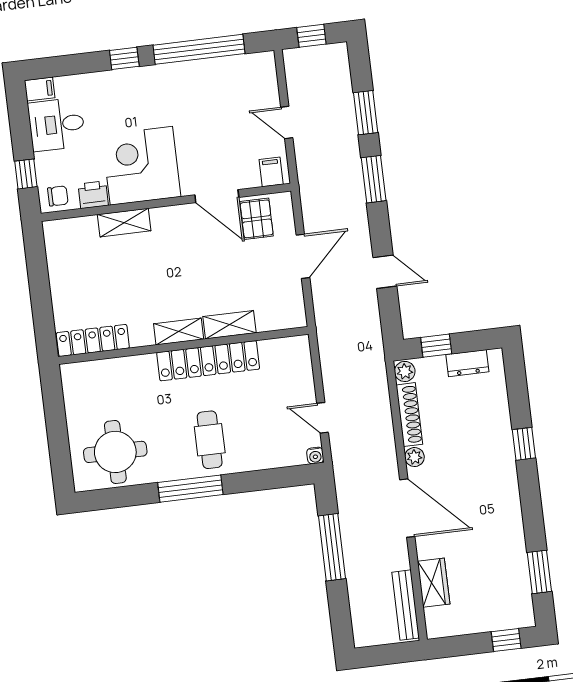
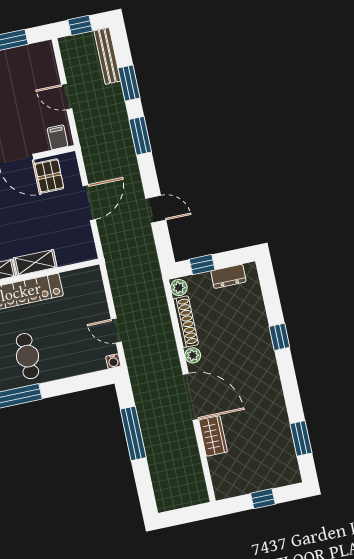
wardrobe: (434, 583) -> (213, 436), moved
bench: (406, 605) -> (107, 56), moved
window: (506, 640) -> (263, 499), moved

